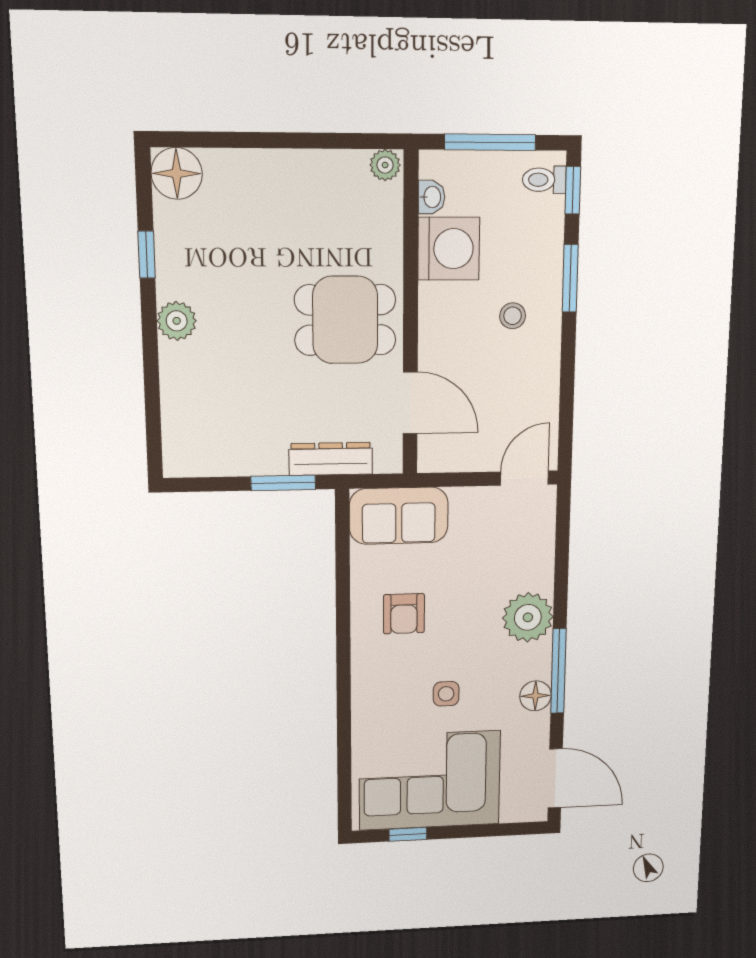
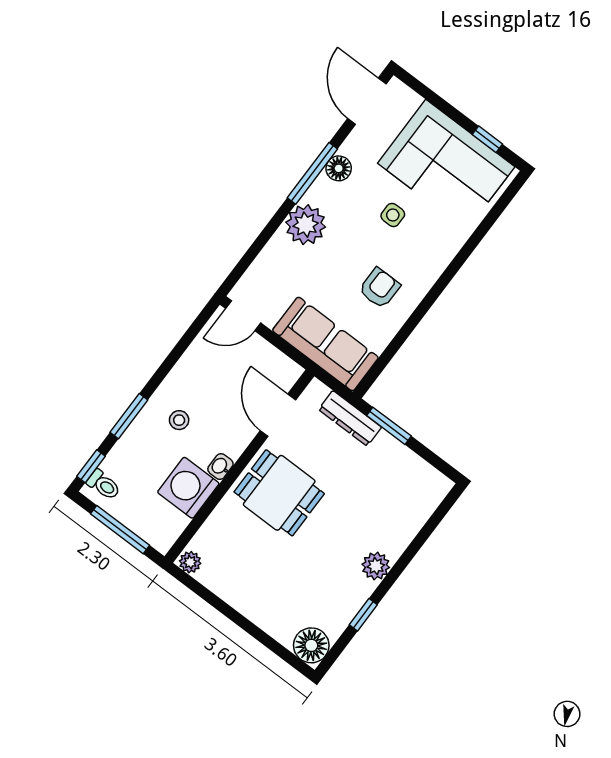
washbasin: (432, 197) -> (220, 467), moved
sofa: (399, 516) -> (325, 344), width x1.36

